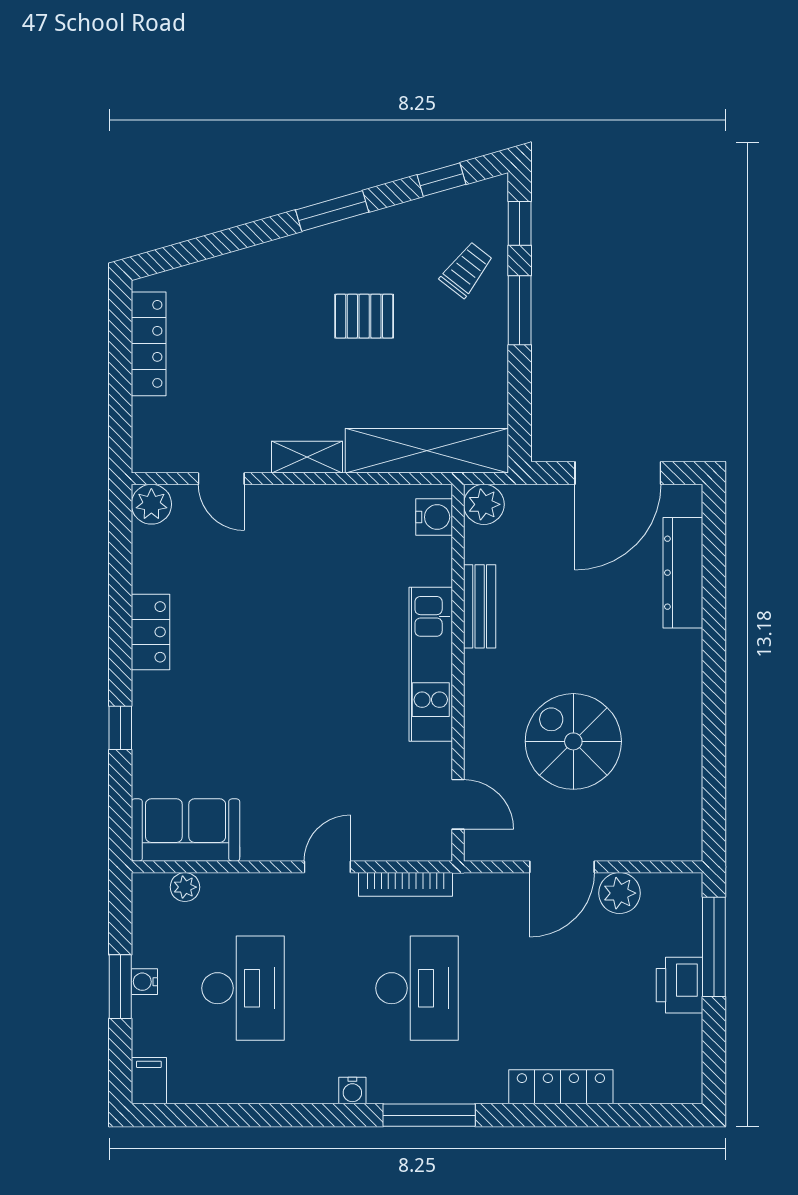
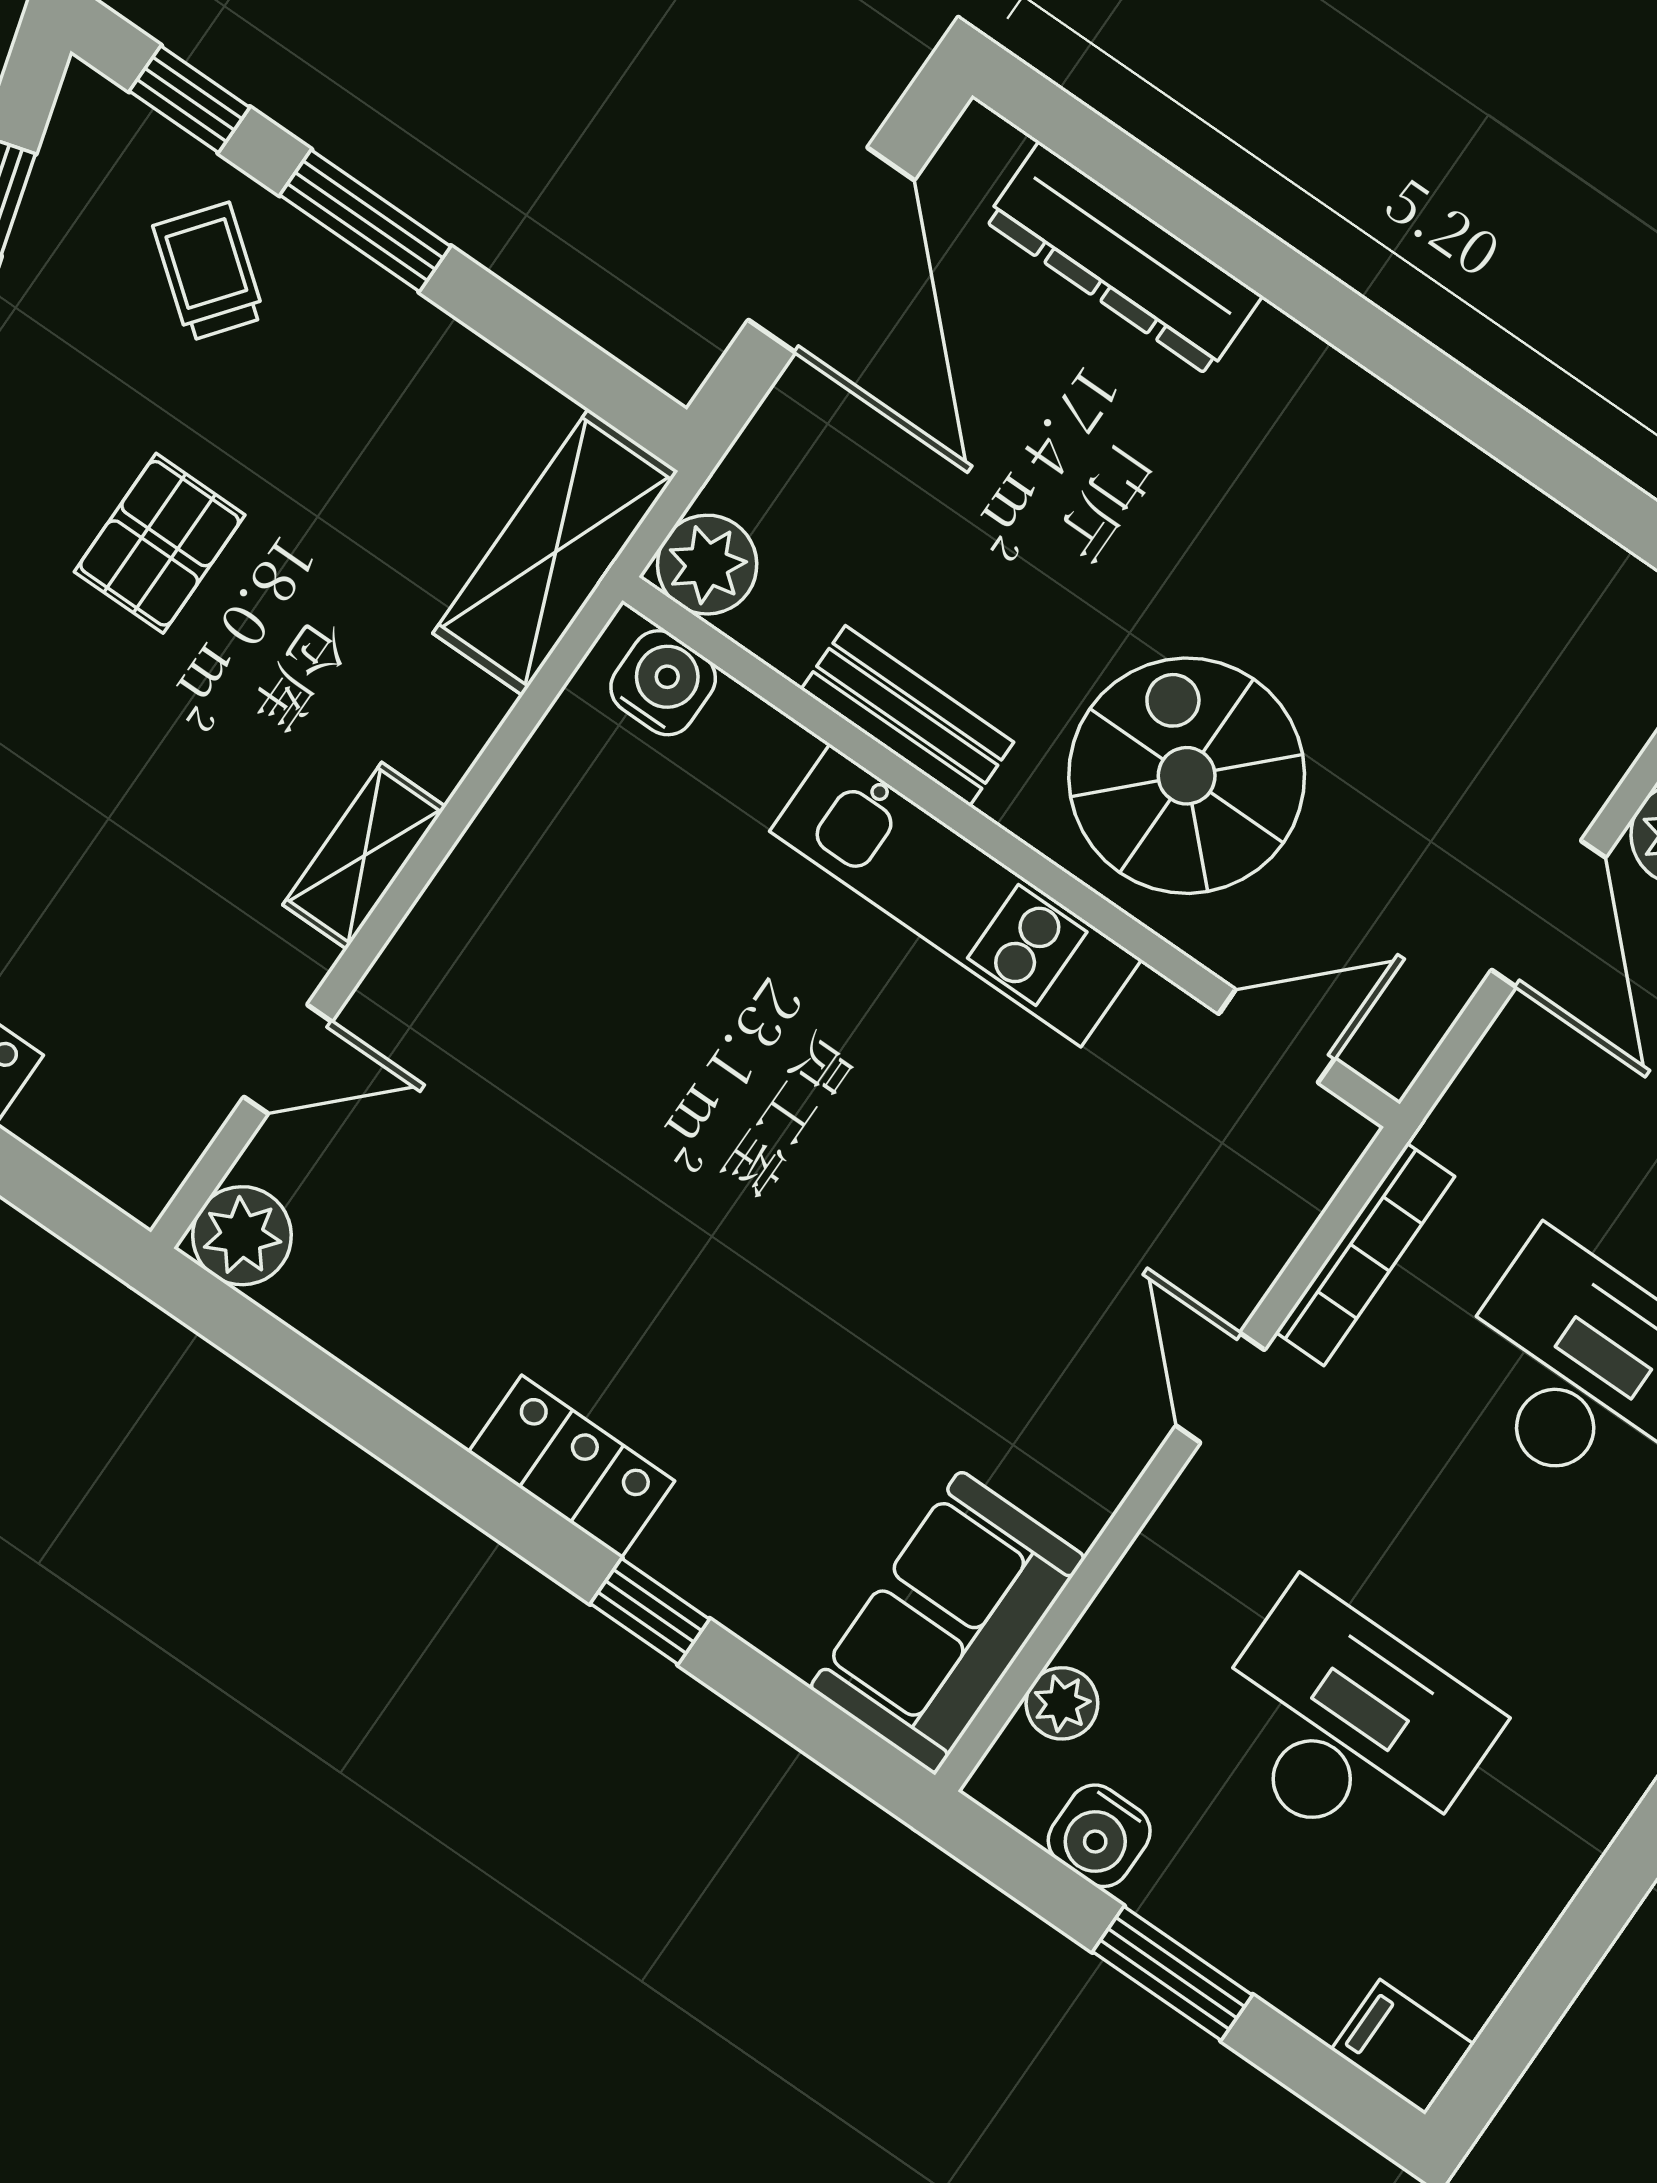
shelving: (427, 451) -> (555, 552), width x0.68
locker: (151, 632) -> (571, 1466), moved
spiral stairs: (573, 741) -> (1187, 776), moved, turned 90
water cooler: (144, 982) -> (1099, 1836), moved, width x1.38, depth x1.38

